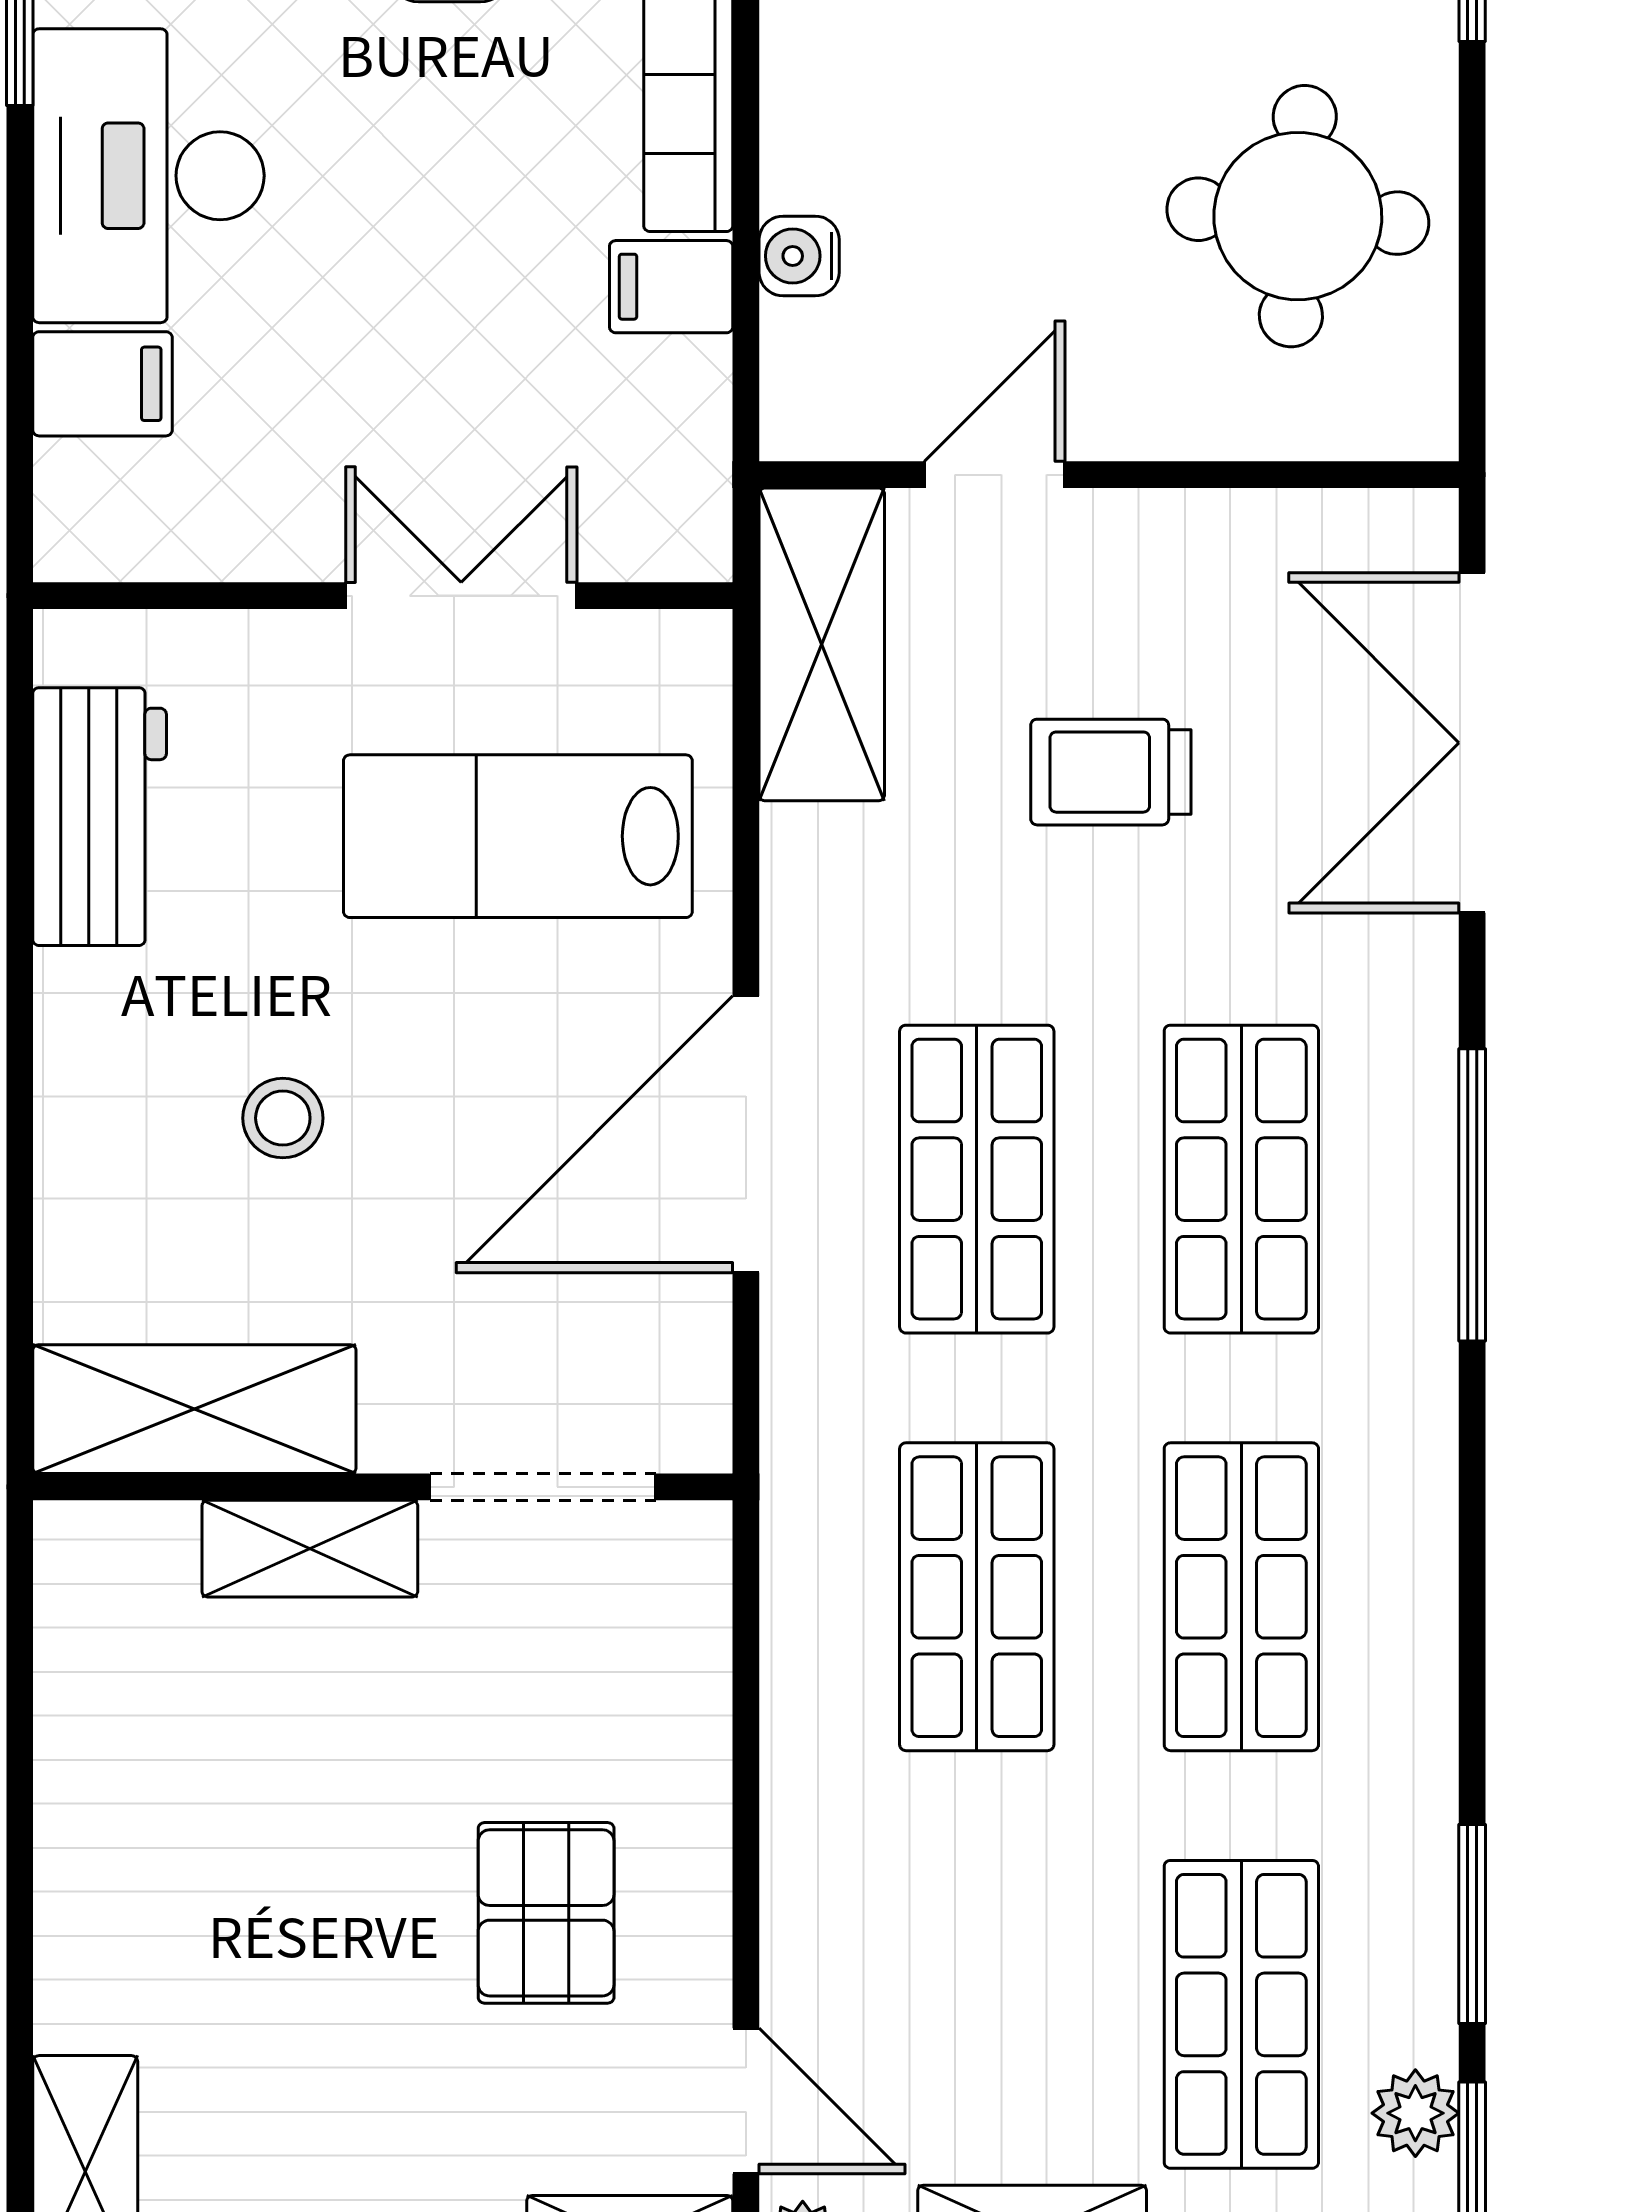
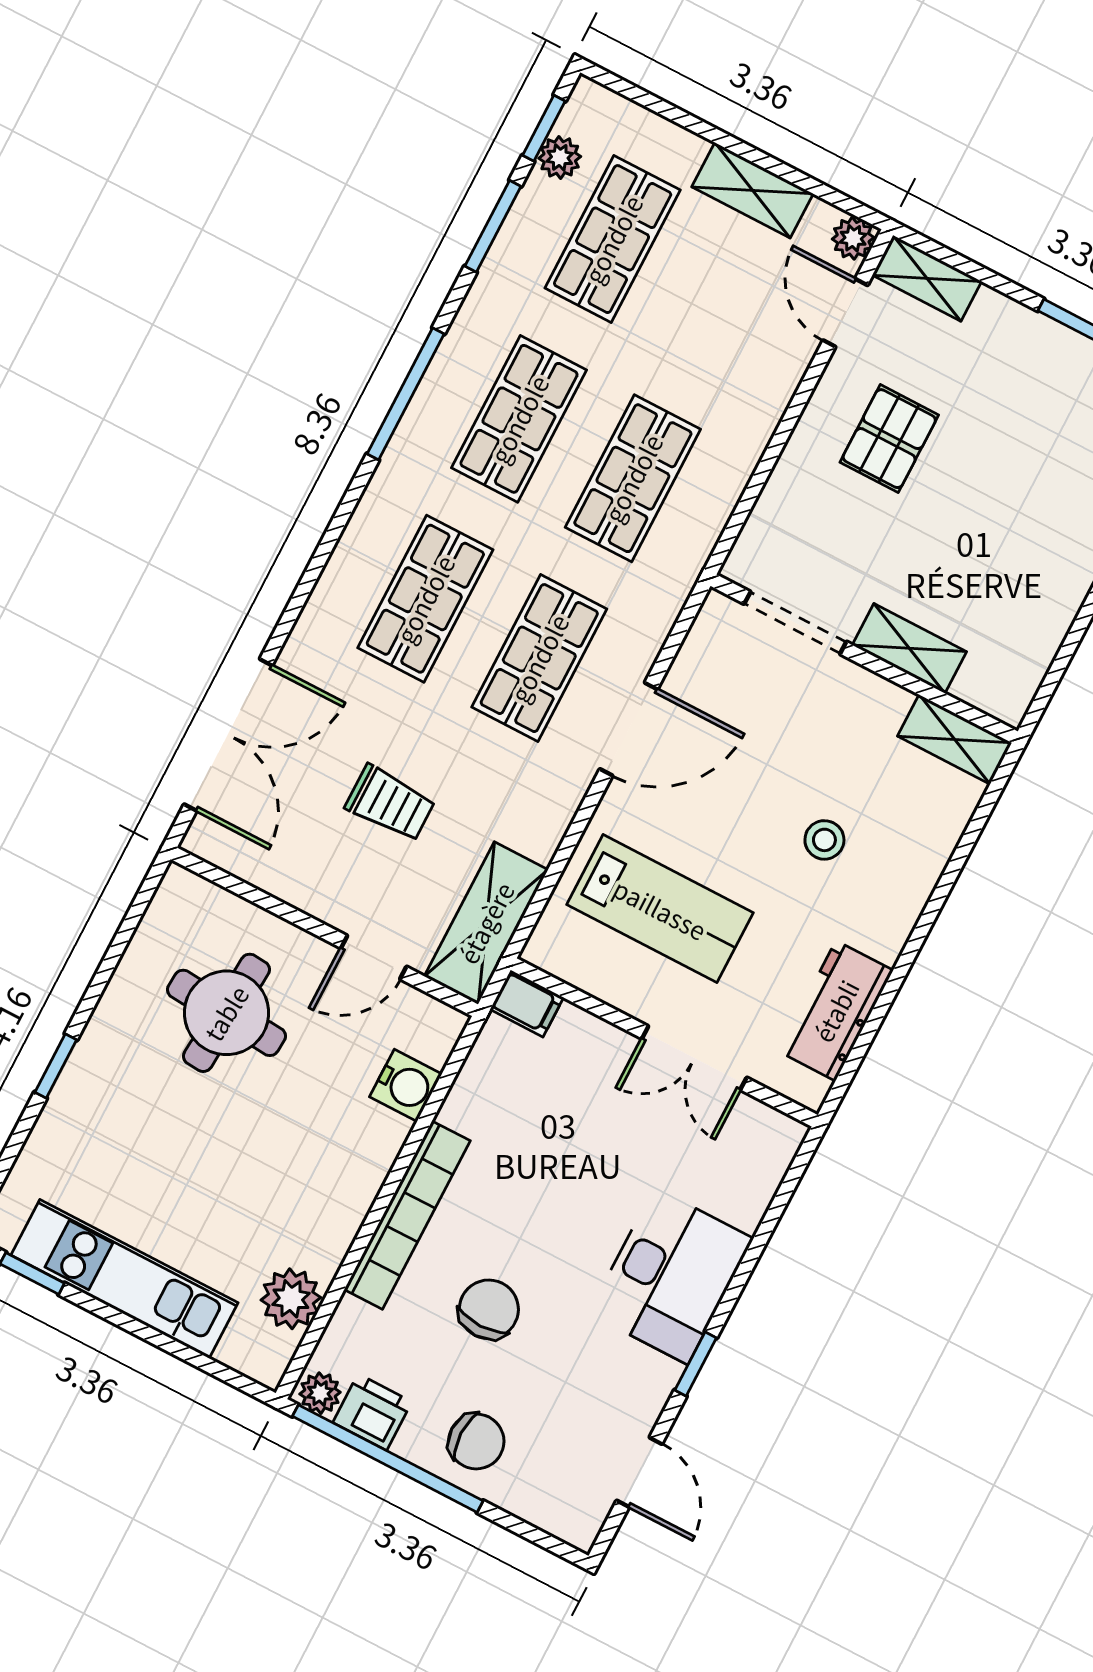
round table: (1298, 216) -> (226, 1013), moved
water cooler: (799, 256) -> (406, 1085), width x1.38, depth x1.38
filing cabinet: (671, 287) -> (527, 1003), moved
filing cabinet: (103, 384) -> (737, 1197), removed
double door: (461, 596) -> (694, 1058), moved
door: (746, 1134) -> (629, 729), width x0.73
window: (1472, 1195) -> (406, 394), moved
shelving: (194, 1409) -> (955, 739), width x0.67, depth x0.75

